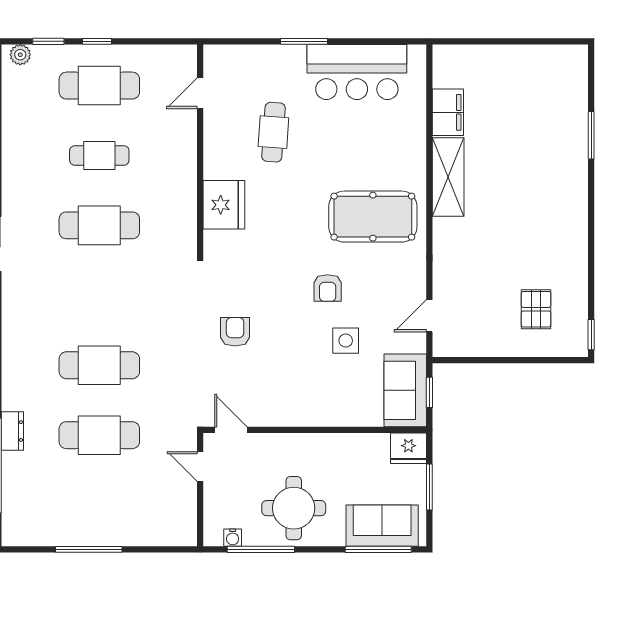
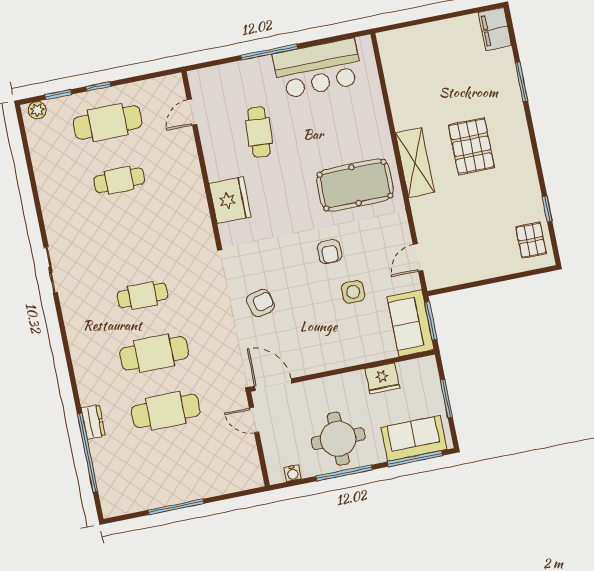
window: (304, 41) -> (269, 52), width x1.44
filing cabinet: (448, 112) -> (495, 29), moved, turned 180
shelving: (448, 177) -> (415, 163), moved
pallet: (518, 199) -> (471, 146), added
cafe table: (99, 225) -> (142, 296), moved, width x0.73, depth x0.74
pallet: (536, 309) -> (531, 240), moved
armchair: (235, 332) -> (260, 303), turned 76
window: (591, 335) -> (547, 209), moved
window: (429, 392) -> (431, 321), width x1.50
door: (231, 430) -> (273, 385), width x1.38
fridge: (408, 448) -> (382, 378), moved
window: (261, 549) -> (344, 473), moved

